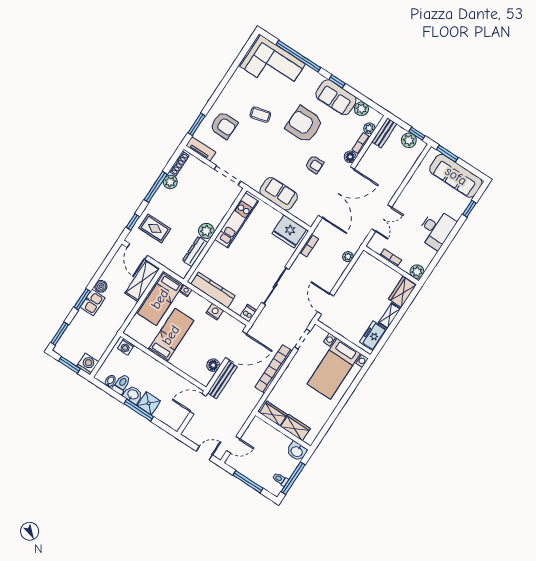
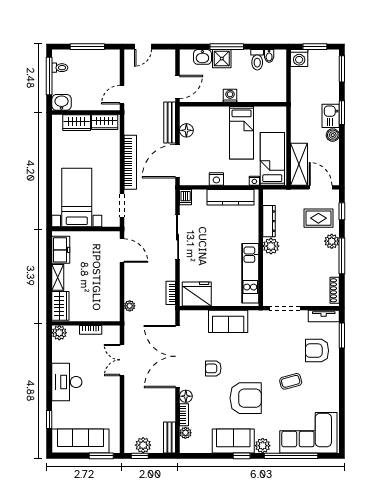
plant: (361, 109) -> (263, 446), moved
plant: (170, 182) -> (332, 241), moved
washing machine: (126, 347) -> (230, 96), moved
washbasin: (133, 395) -> (202, 57), moved
door: (233, 445) -> (122, 95), moved

